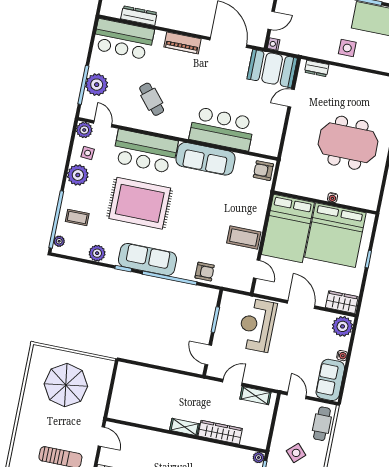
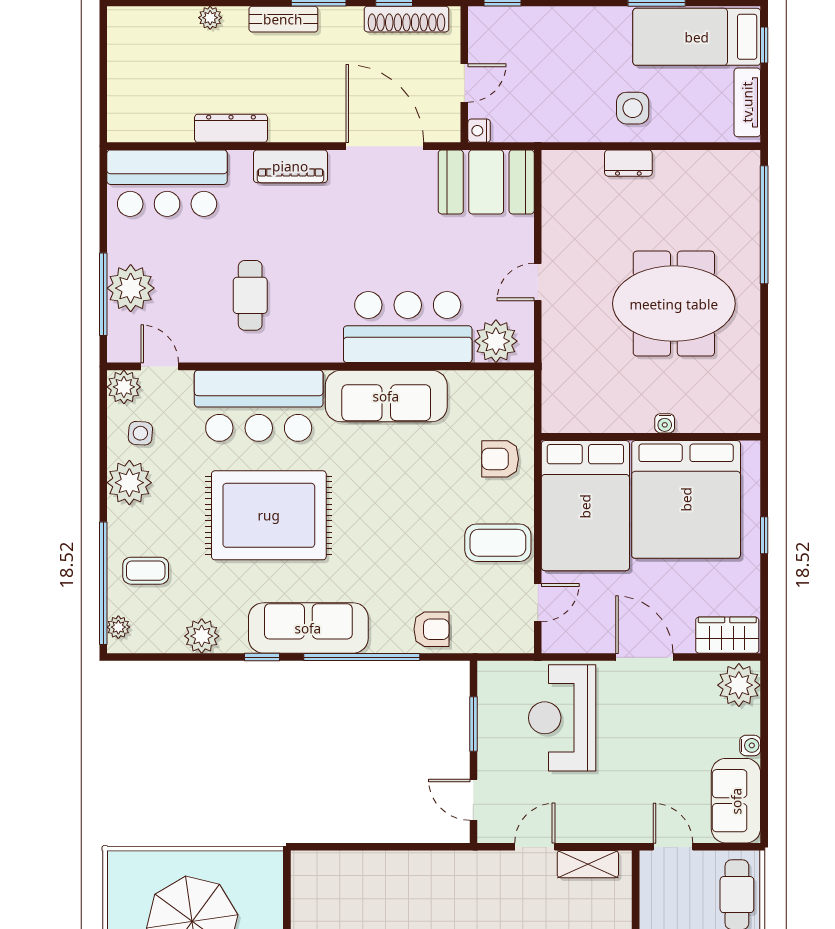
dresser: (139, 16) -> (231, 128), moved
dresser: (317, 68) -> (628, 163), moved
door: (291, 98) -> (538, 282), moved
cafe table: (152, 99) -> (250, 295), turned 40
plant: (262, 144) -> (496, 341), added
armchair: (263, 171) -> (500, 459), moved
door: (257, 269) -> (538, 603), hinge flipped

